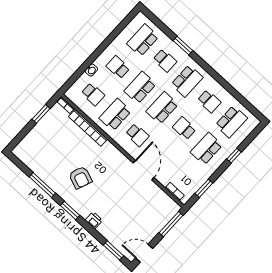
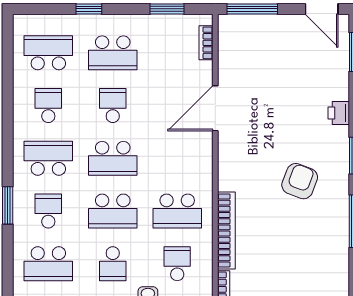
school desk: (184, 128) -> (113, 106), turned 180
school desk: (137, 135) -> (177, 158), removed

